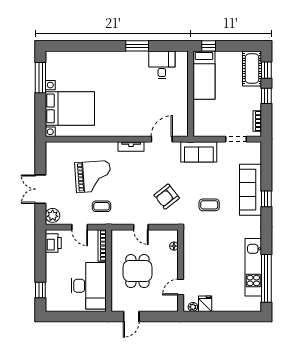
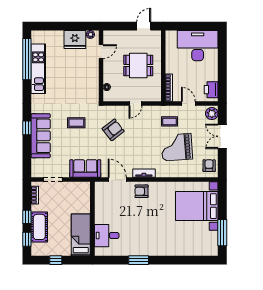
window: (209, 46) -> (56, 260), moved
desk: (162, 65) -> (107, 236), moved, turned 90
cot: (252, 69) -> (39, 227), moved
armchair: (134, 125) -> (141, 191), added
door: (162, 139) -> (117, 180), swing flipped
armchair: (56, 155) -> (209, 166), added
double door: (40, 189) -> (222, 136), swing flipped
door: (141, 227) -> (135, 103), swing flipped
dining table: (137, 271) -> (138, 65), turned 90
desk: (89, 286) -> (198, 46), moved, turned 90
window: (40, 290) -> (222, 49), removed
fridge: (205, 304) -> (75, 40), width x1.88, depth x1.34

